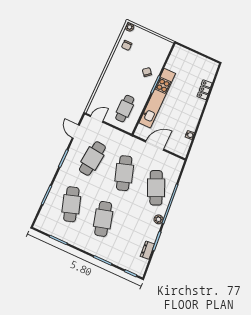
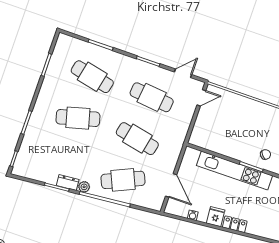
locker: (205, 90) -> (235, 224), moved
cafe table: (125, 109) -> (218, 131), removed
fridge: (193, 117) -> (216, 217), added
door: (97, 119) -> (201, 98), hinge flipped
door: (155, 145) -> (171, 185), moved
cafe table: (124, 173) -> (137, 139), turned 30
cafe table: (71, 204) -> (92, 77), turned 30
dresser: (147, 250) -> (68, 183), moved

